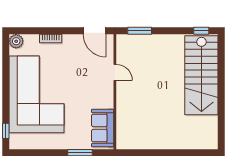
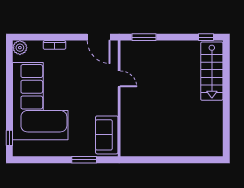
stairs: (201, 75) -> (212, 71), width x0.73, depth x0.66

